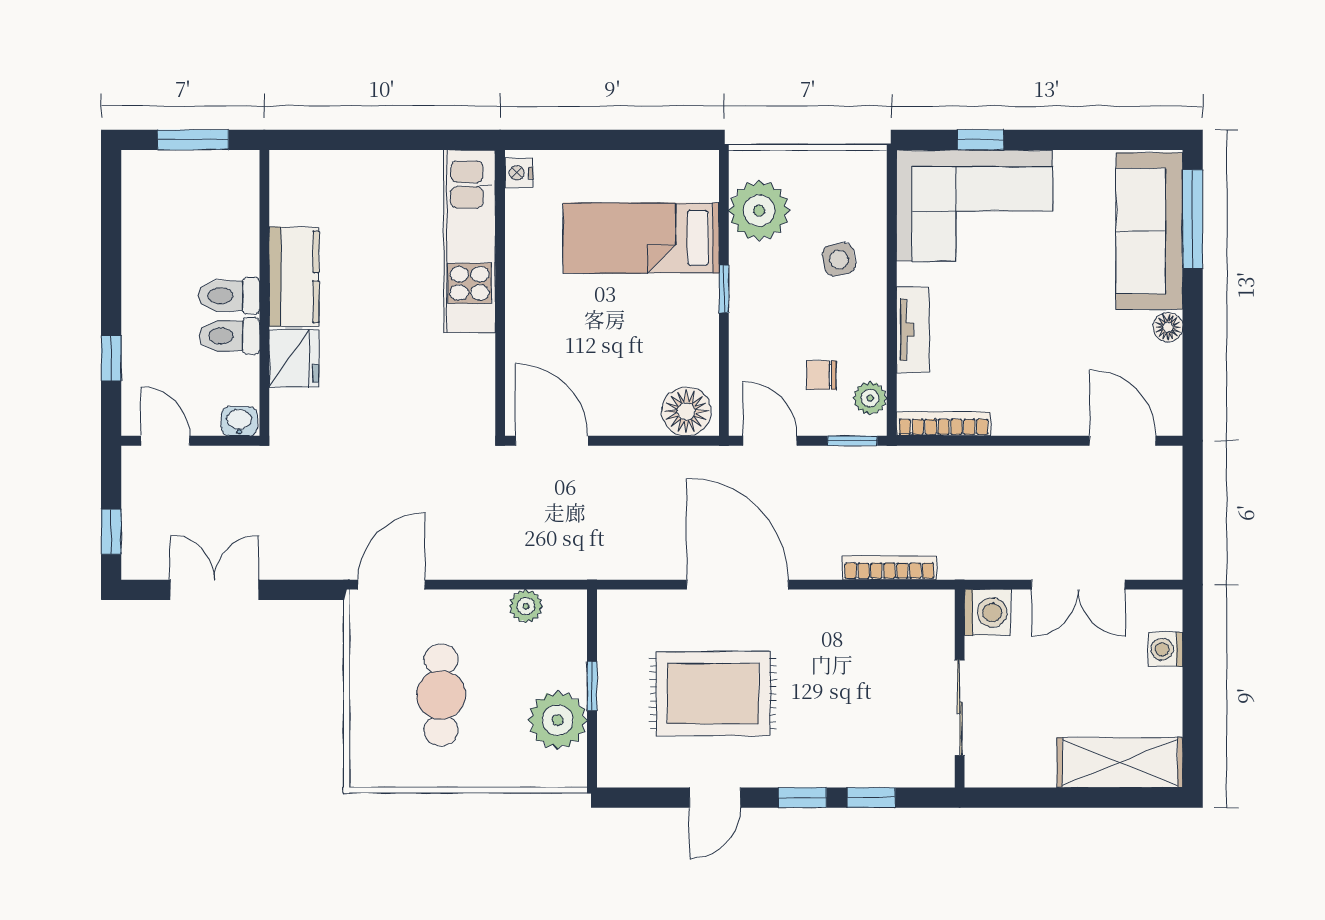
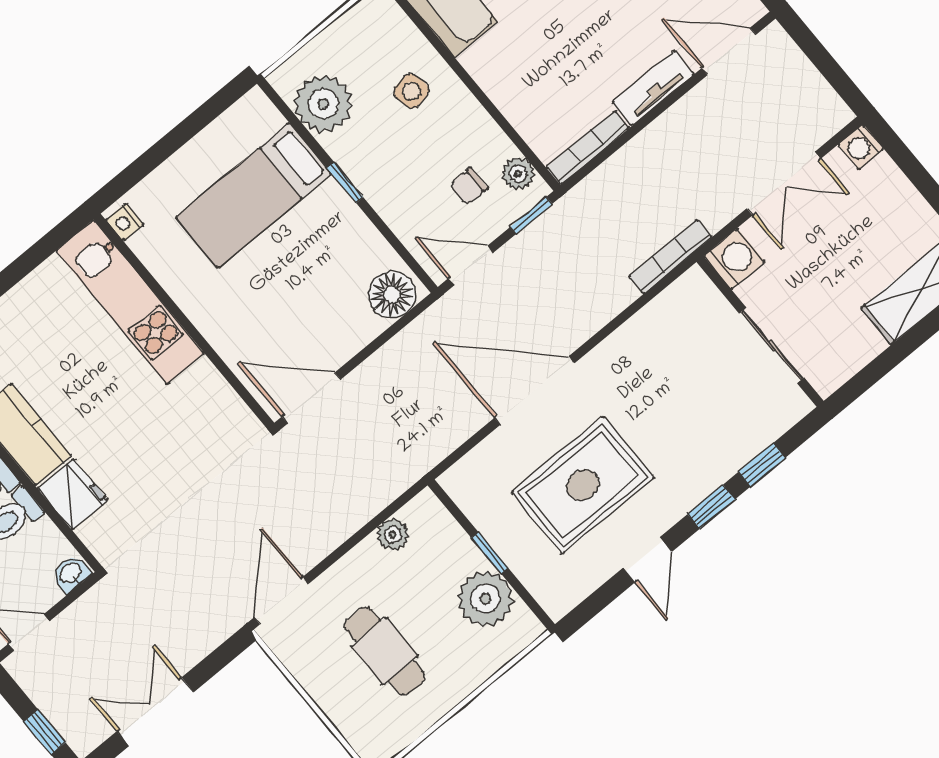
tv unit: (913, 330) -> (653, 88), moved, turned -90
bookcase: (889, 568) -> (670, 257), moved
washing machine: (1165, 649) -> (861, 147), moved

